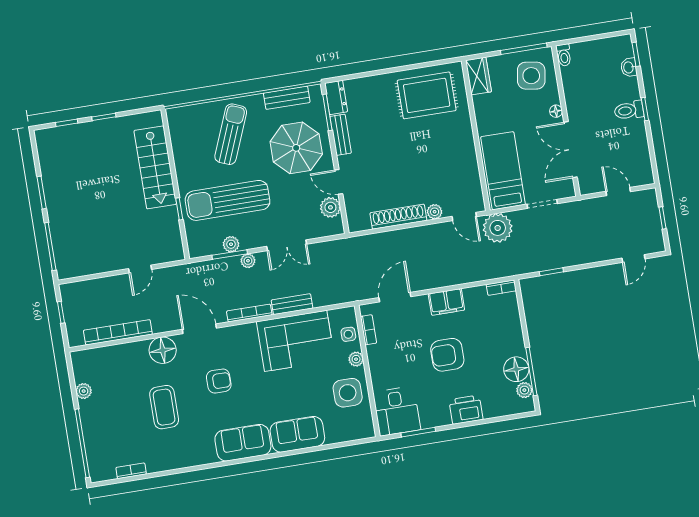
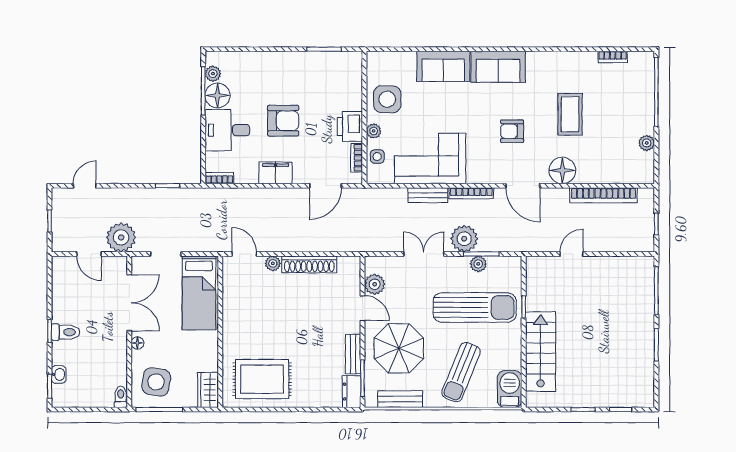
barbecue: (180, 125) -> (510, 389), added
plant: (498, 228) -> (121, 237), moved
plant: (248, 261) -> (464, 239), width x1.87, depth x1.87
printer: (466, 410) -> (350, 127), moved, turned 90
desk: (397, 411) -> (227, 130), moved, turned -90

